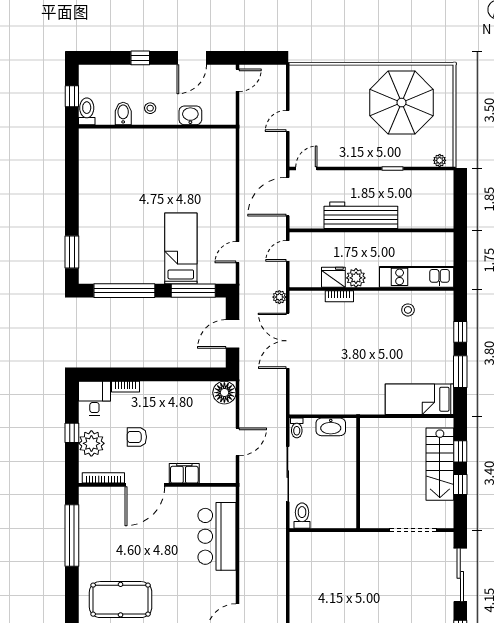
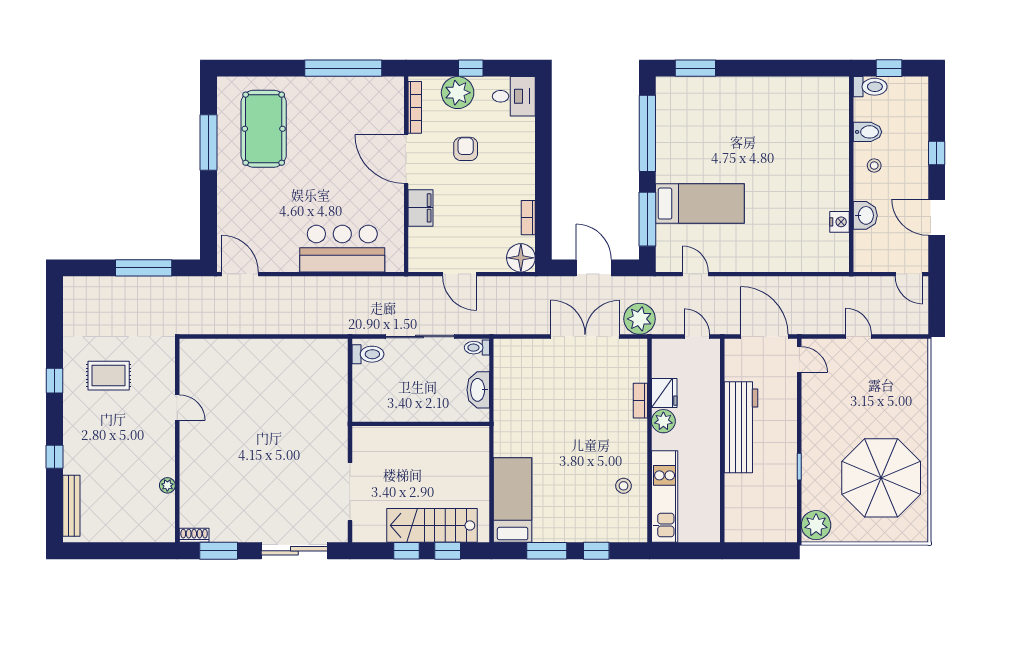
nightstand: (195, 136) -> (840, 222), added
plant: (440, 160) -> (816, 525), width x1.88, depth x1.88
plant: (279, 297) -> (640, 319), width x1.87, depth x1.87
bookcase: (126, 387) -> (528, 218), moved

